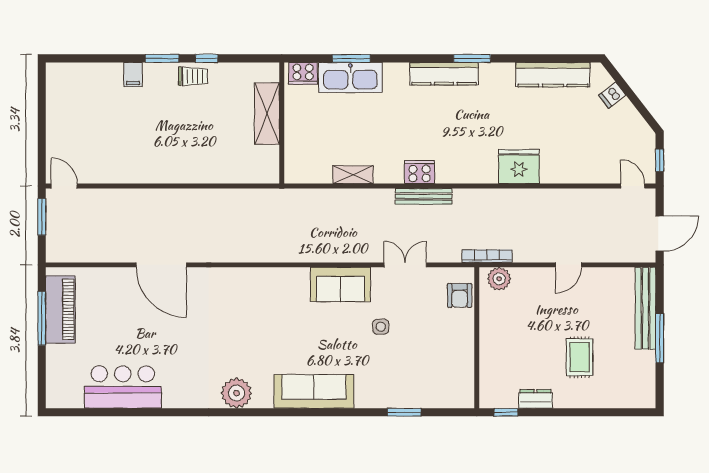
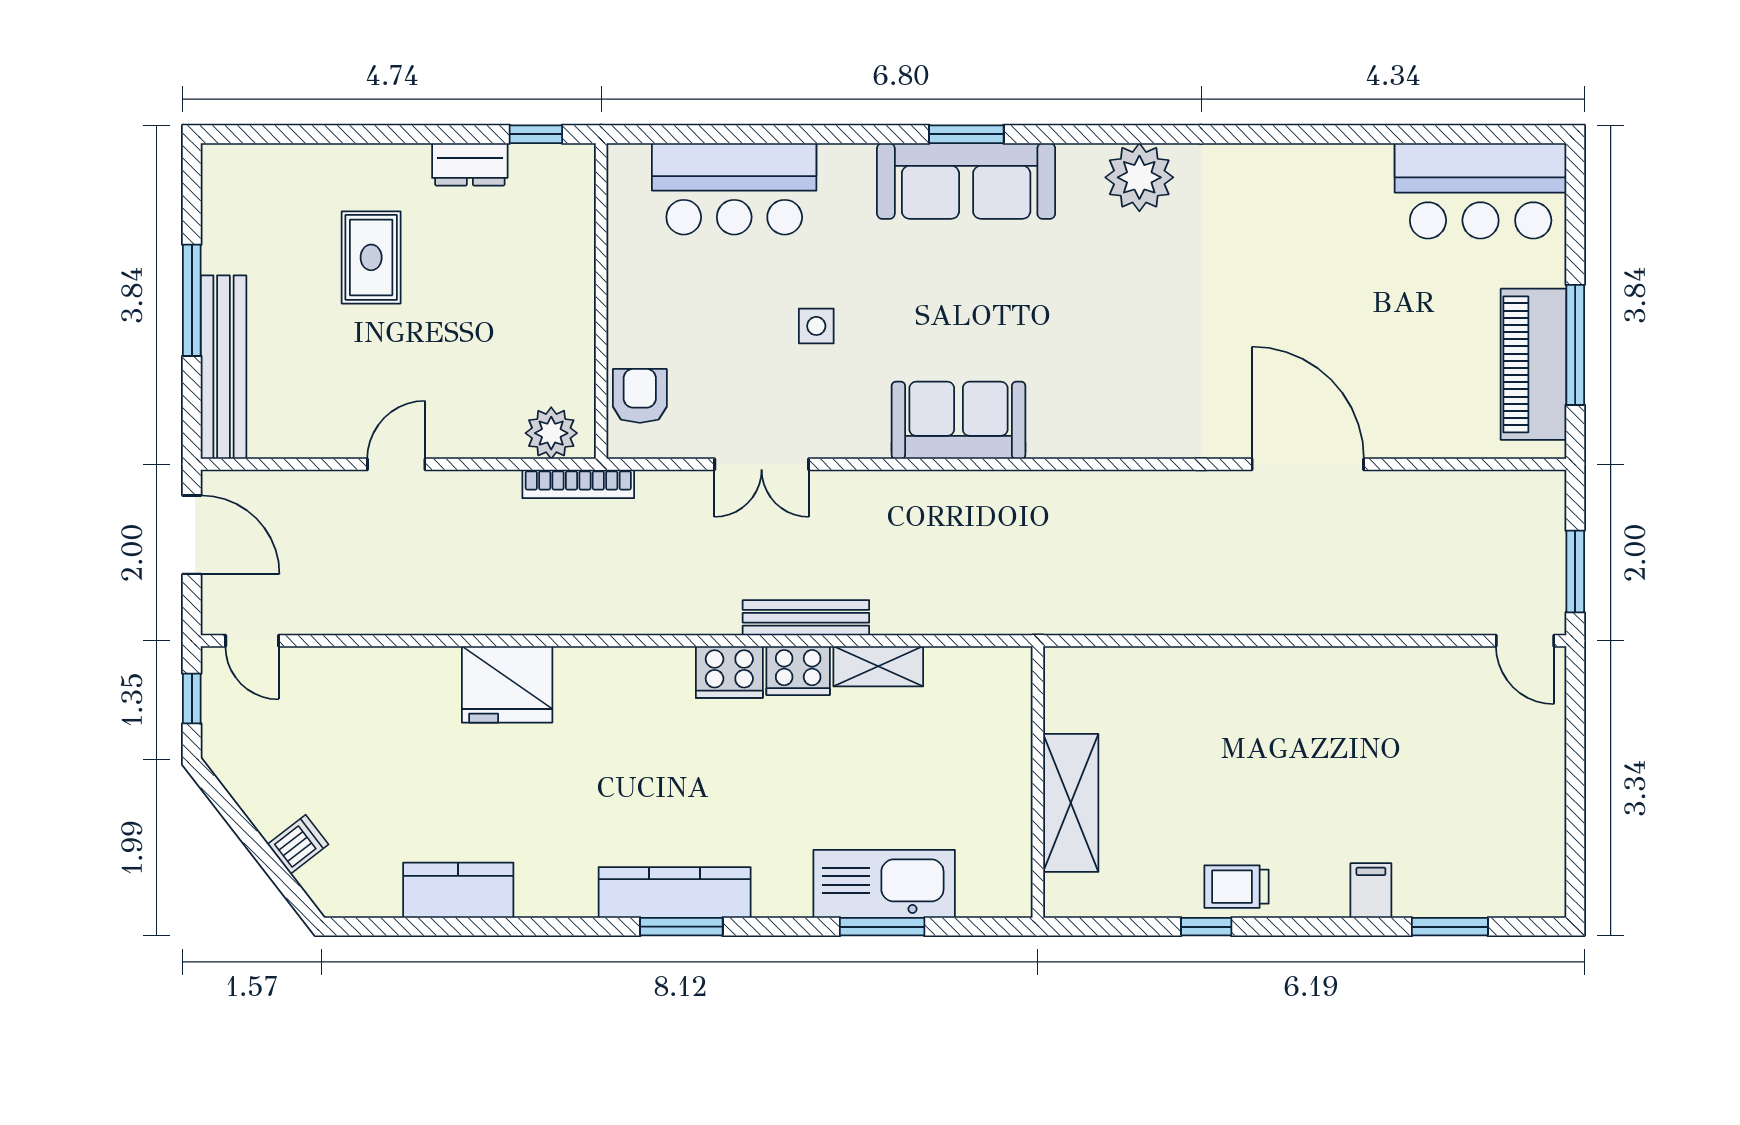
window: (162, 58) -> (1450, 927), moved
window: (472, 58) -> (681, 927), moved
cooker: (303, 73) -> (798, 671), moved, turned 180
kitchen counter: (553, 75) -> (458, 890), width x0.67
bench: (424, 196) -> (806, 618), moved
door: (660, 233) -> (192, 535), swing flipped
sofa: (340, 284) -> (958, 420), moved
bar counter: (123, 387) -> (1481, 191), moved
bar counter: (417, 388) -> (734, 189), added
window: (404, 412) -> (966, 134), moved

